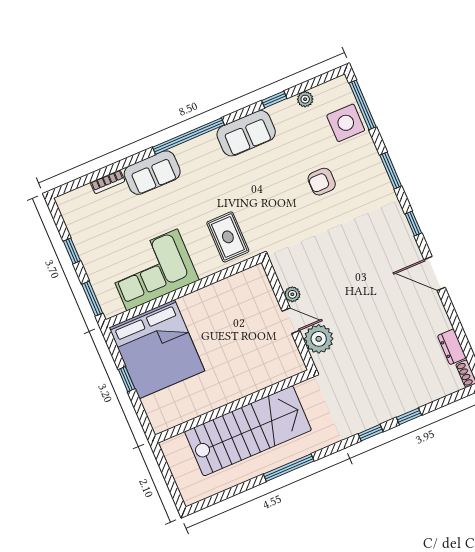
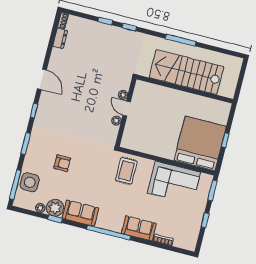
plant: (286, 114) -> (55, 208), added
plant: (319, 339) -> (123, 95), width x0.53, depth x0.53

